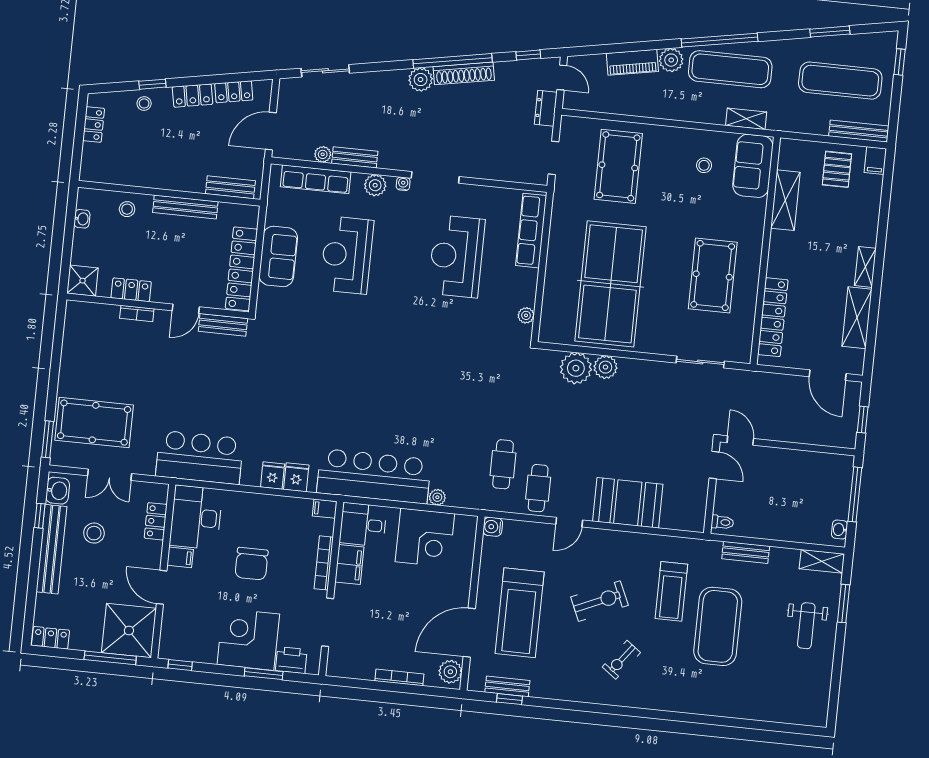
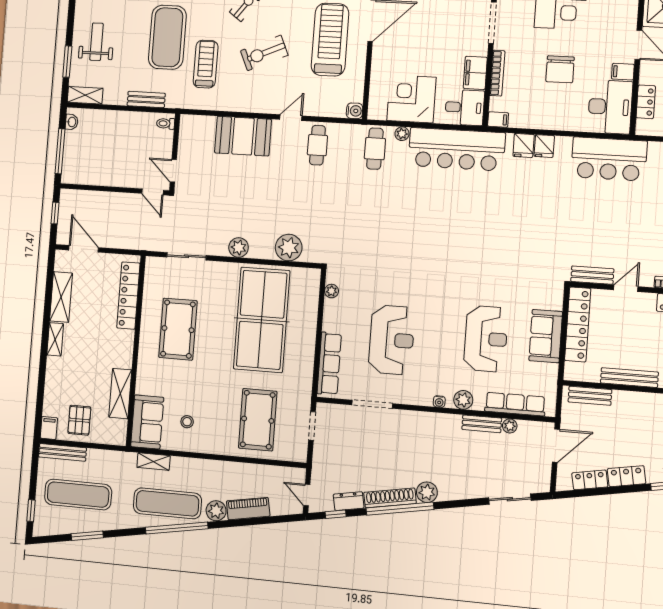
dresser: (546, 108) -> (349, 501), moved, turned -100
doorway: (435, 177) -> (372, 404), moved
plant: (605, 367) -> (239, 247), moved
cafe table: (503, 464) -> (375, 149), moved
chair: (251, 564) -> (560, 69), turned 180

